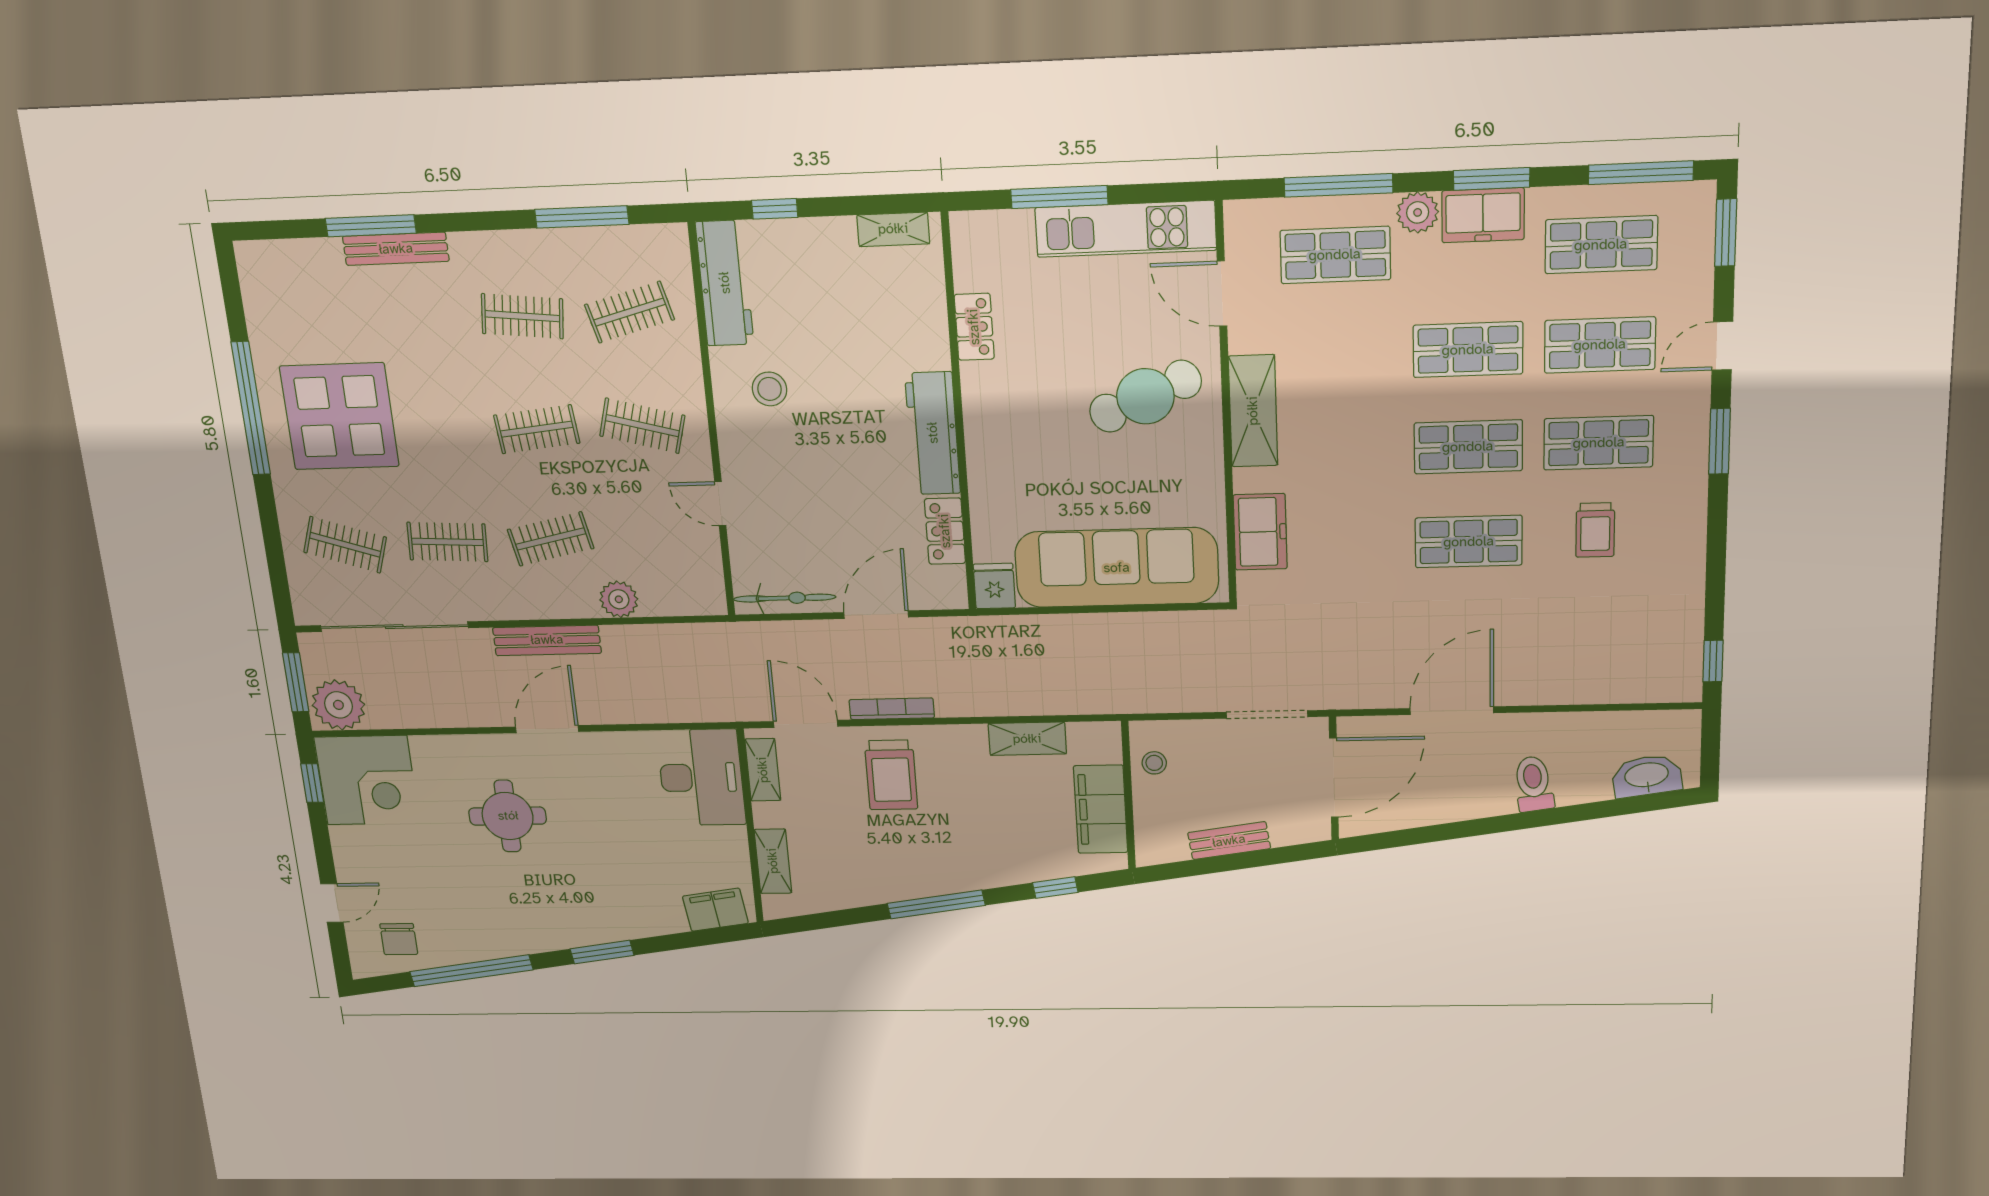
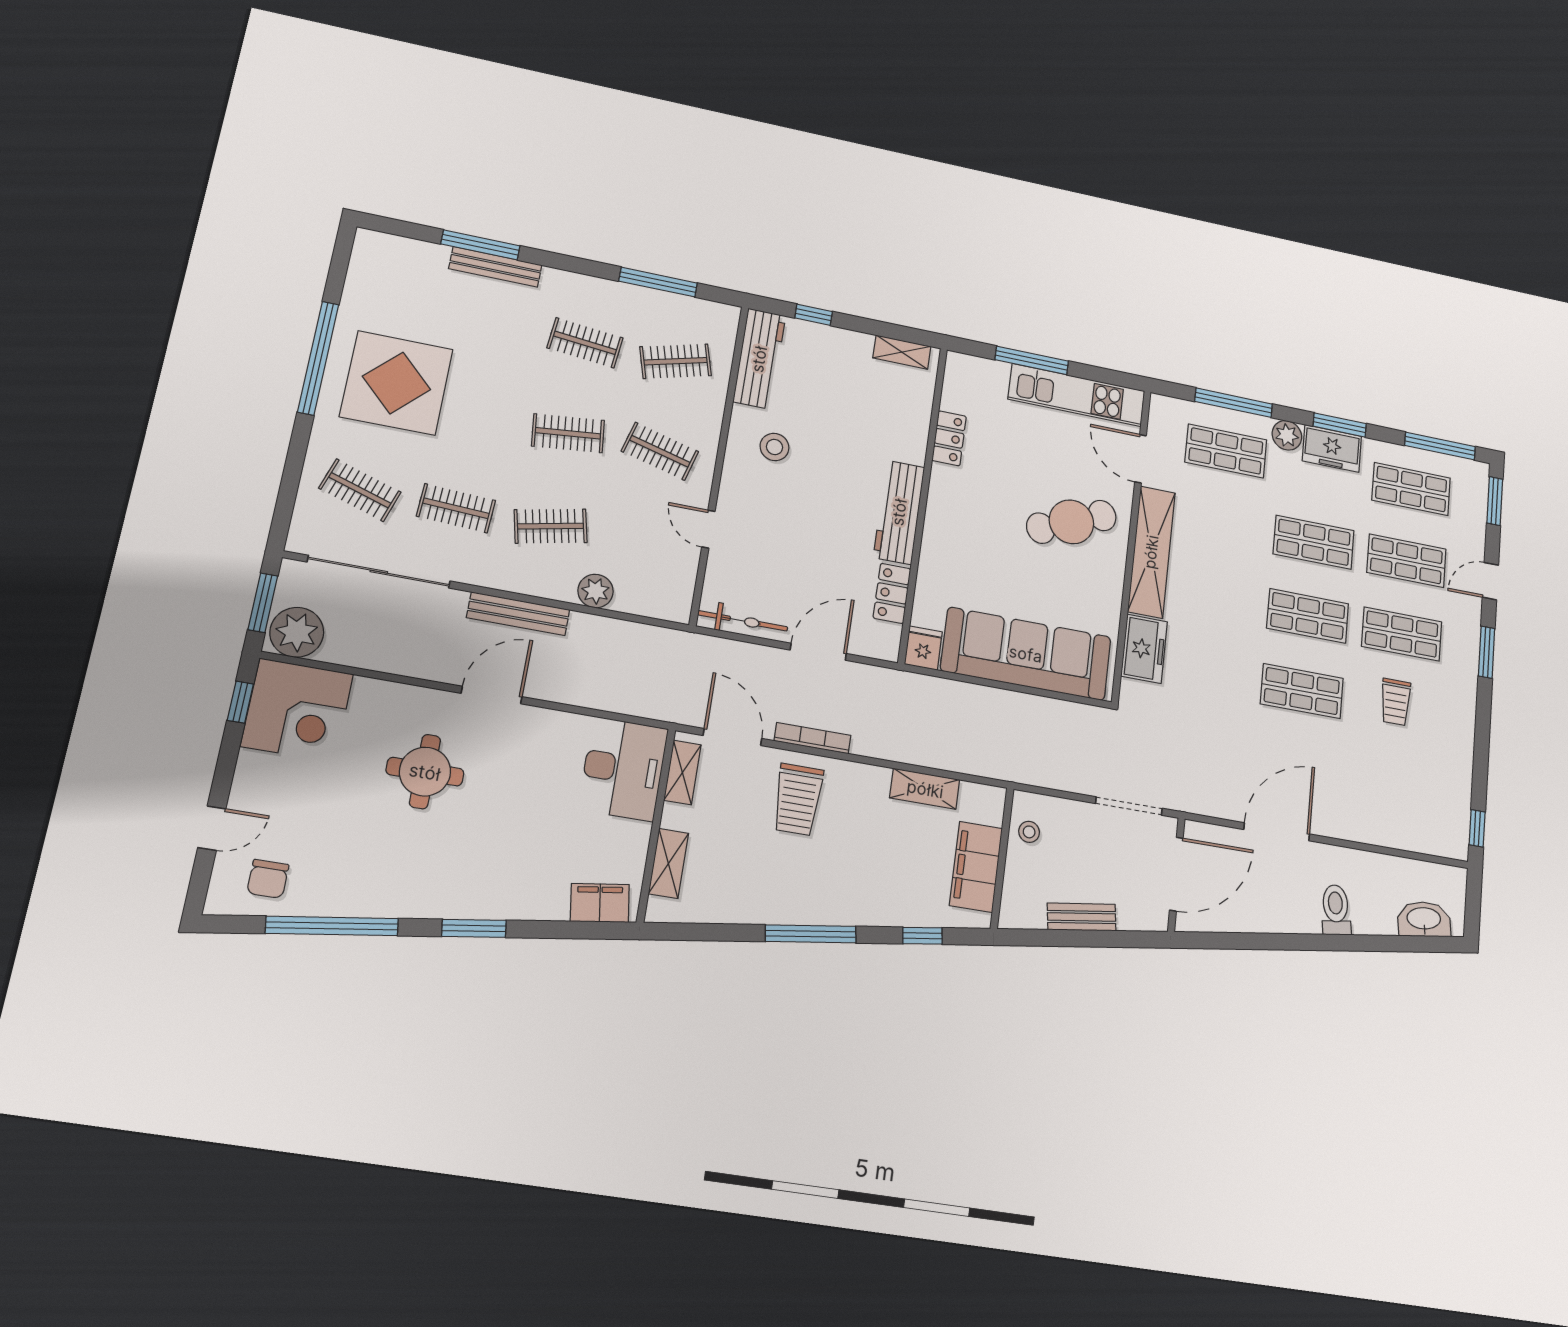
shelving: (1253, 411) -> (1151, 552), width x1.47

